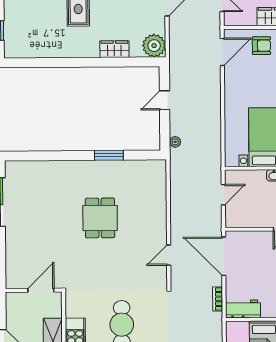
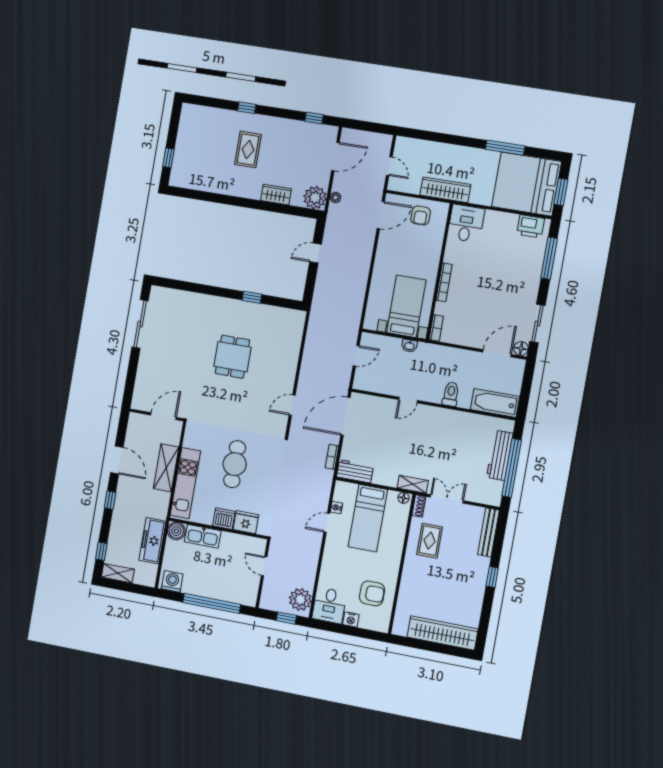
armchair: (261, 46) -> (421, 215), turned 90
plant: (175, 142) -> (336, 198), moved
window: (109, 155) -> (252, 297), width x0.67
door: (224, 256) -> (346, 416), hinge flipped

